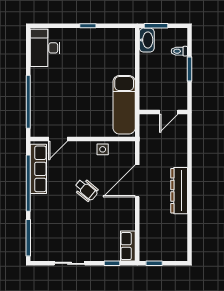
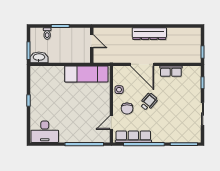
door: (58, 139) -> (111, 122), swing flipped
chair: (77, 160) -> (127, 109), added
row of seats: (128, 246) -> (171, 71), moved

